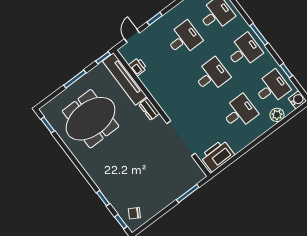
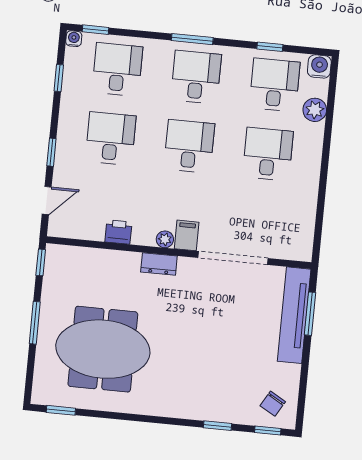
door: (132, 36) -> (47, 201), swing flipped
printer: (138, 67) -> (118, 232), moved
tv unit: (125, 79) -> (294, 315), moved, turned 90
plant: (162, 102) -> (165, 239), added
filing cabinet: (172, 110) -> (187, 235), added
meeting table: (91, 119) -> (103, 349), turned 90
printer: (217, 156) -> (297, 232), removed

